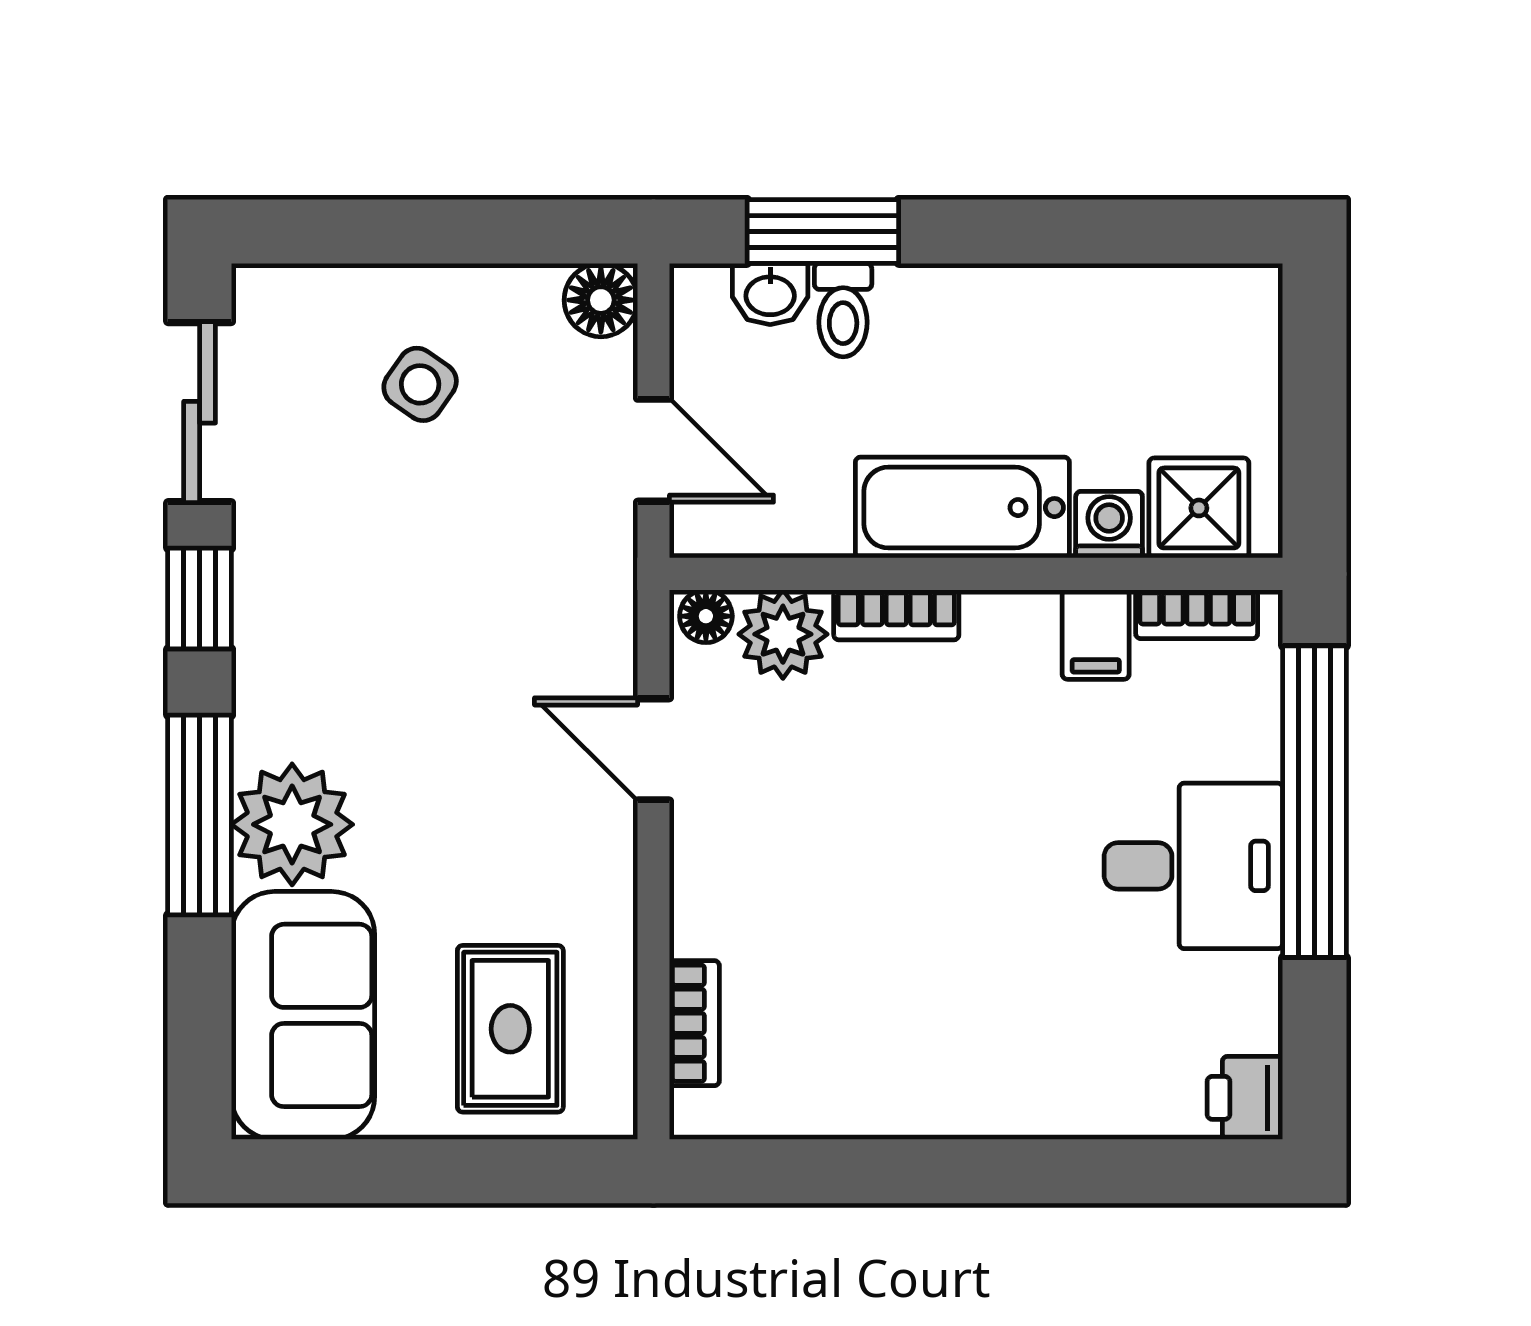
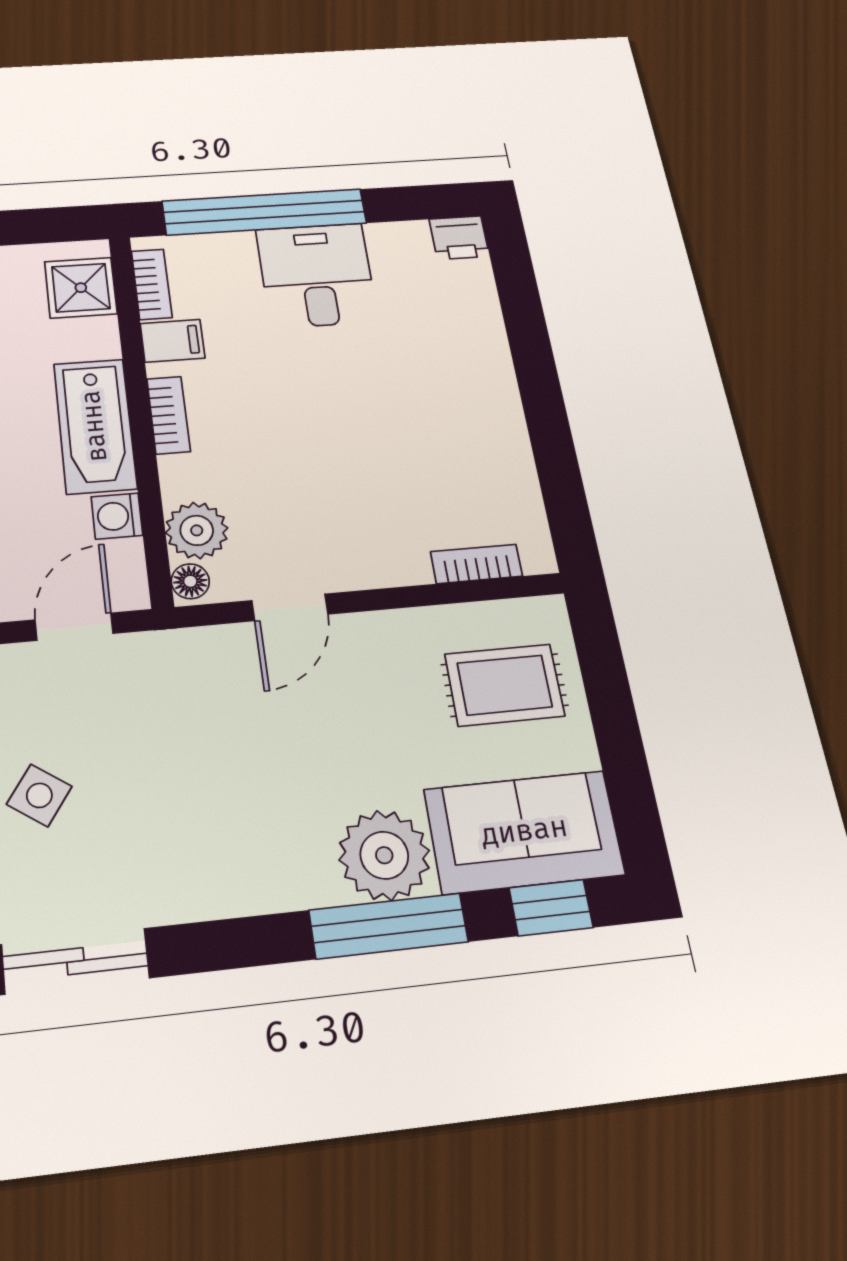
washing machine: (1109, 525) -> (117, 516), moved
window: (200, 599) -> (551, 908), moved
bookcase: (896, 615) -> (168, 415), moved

